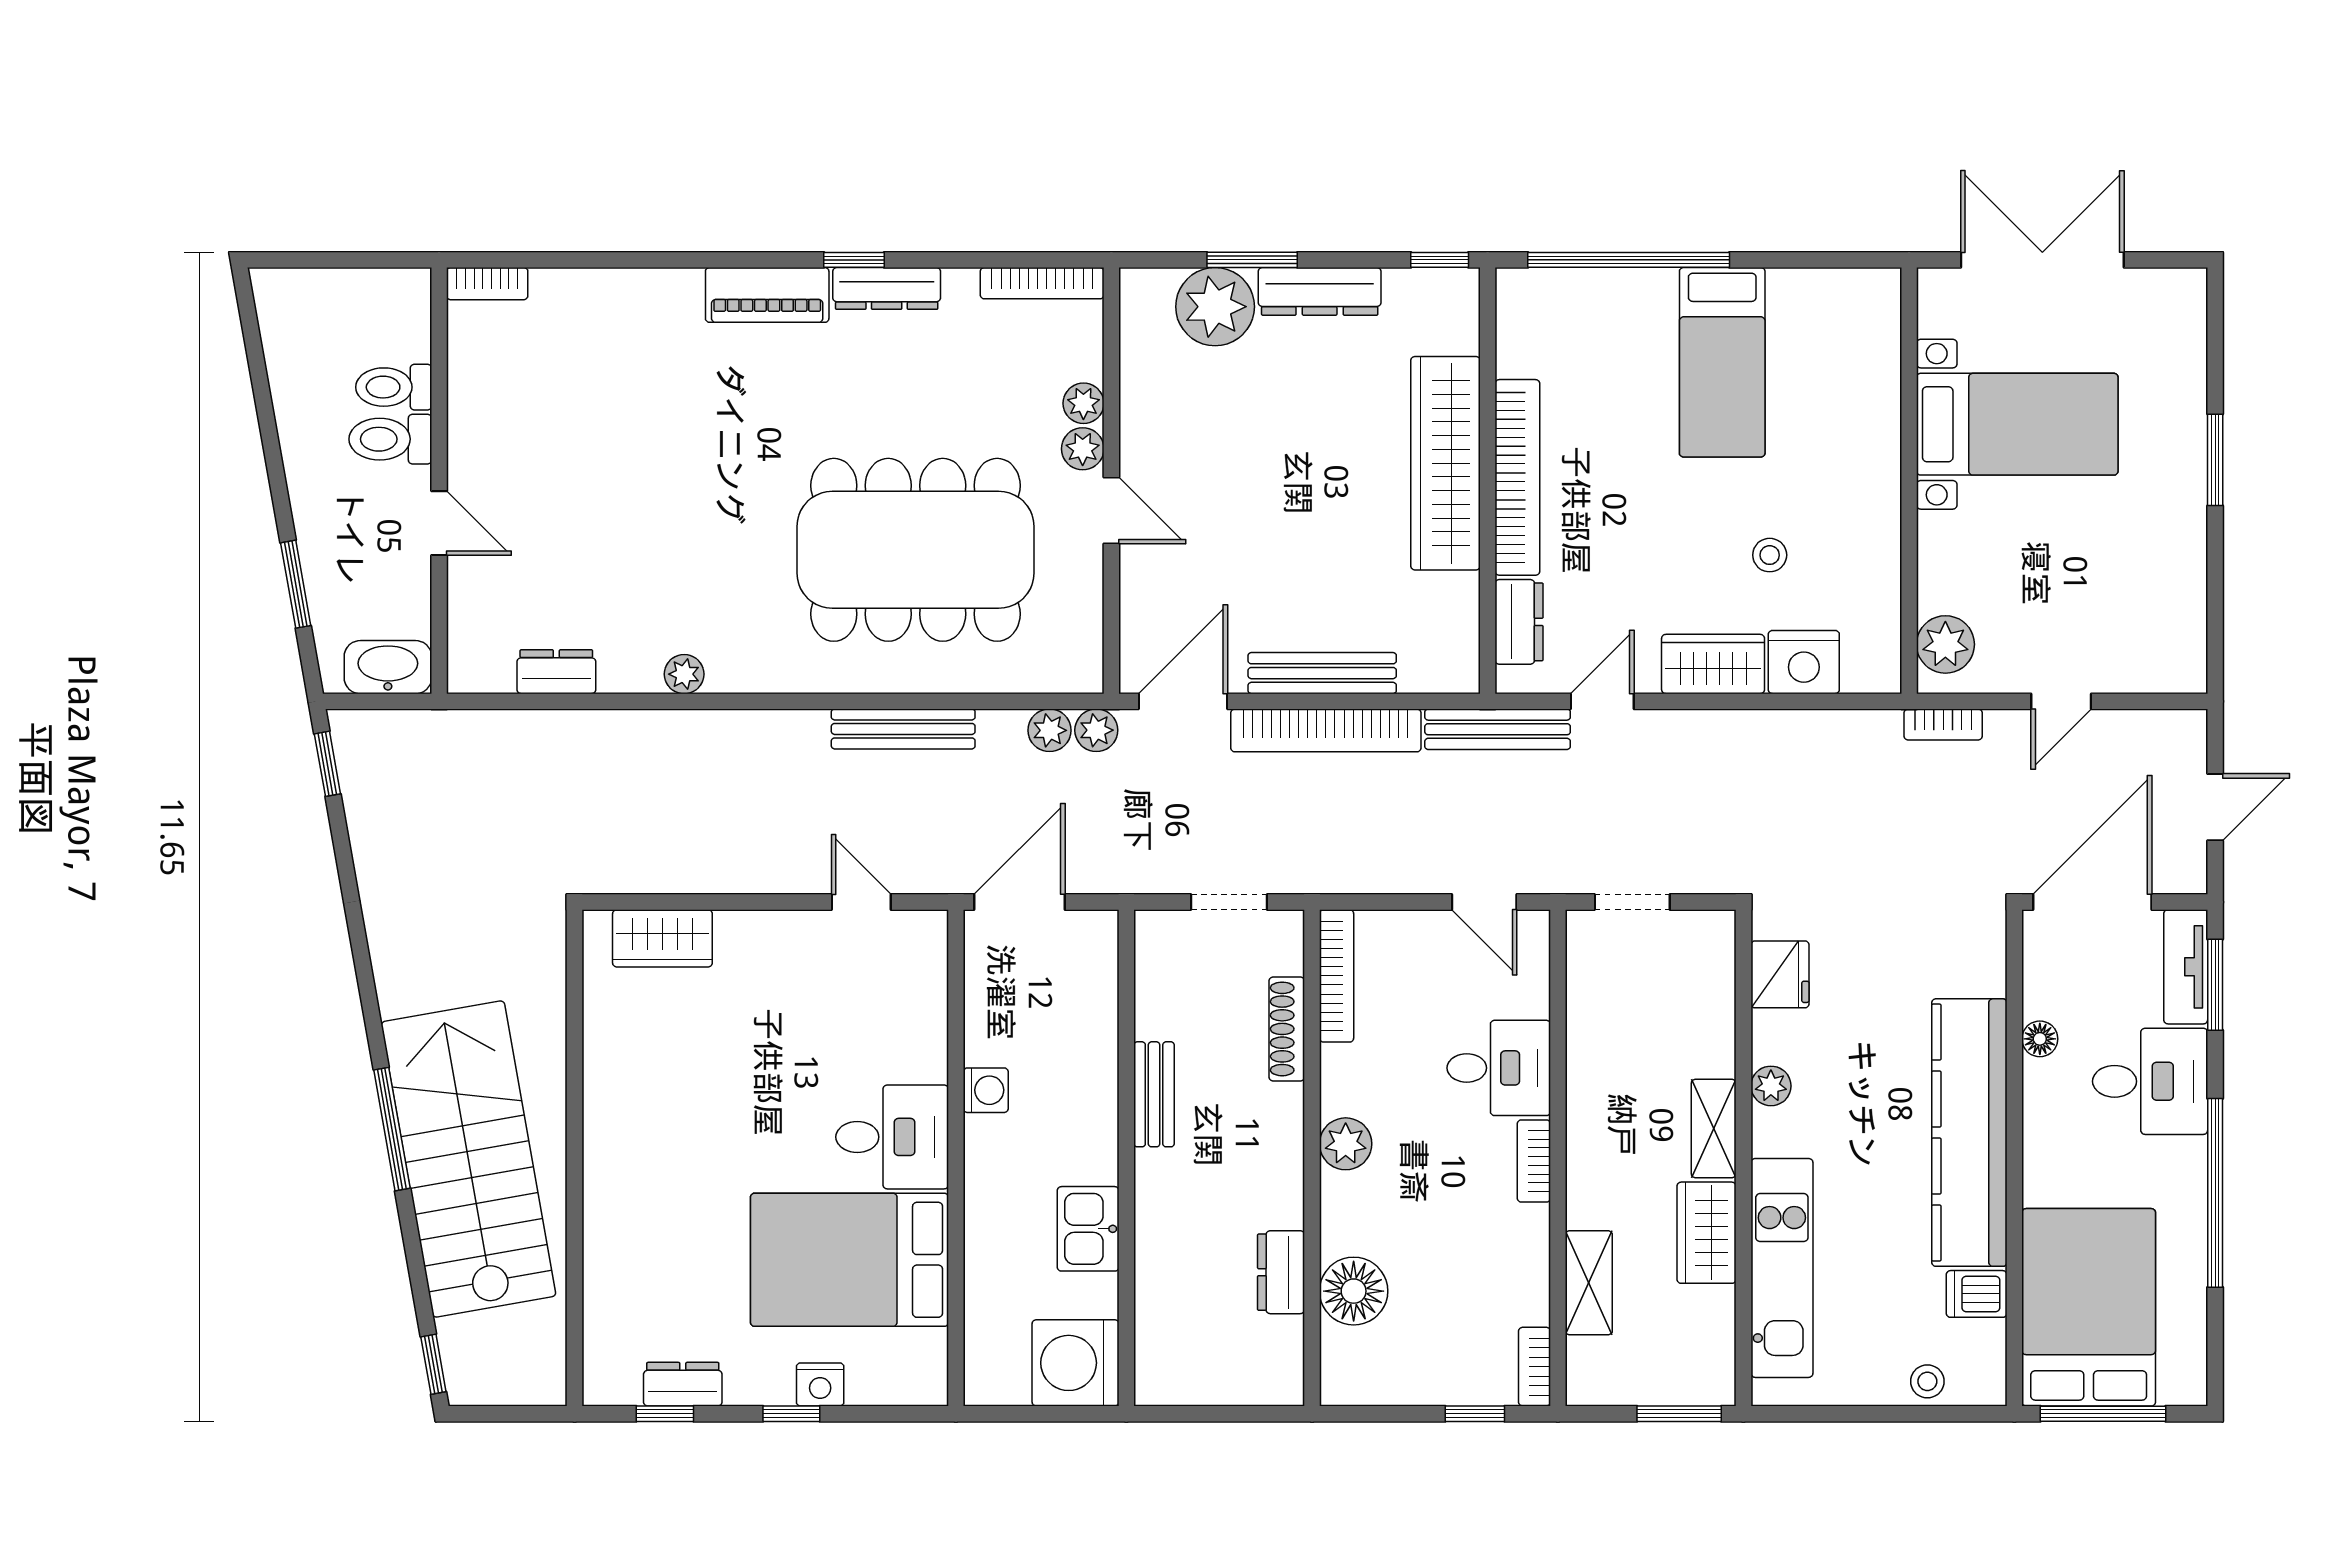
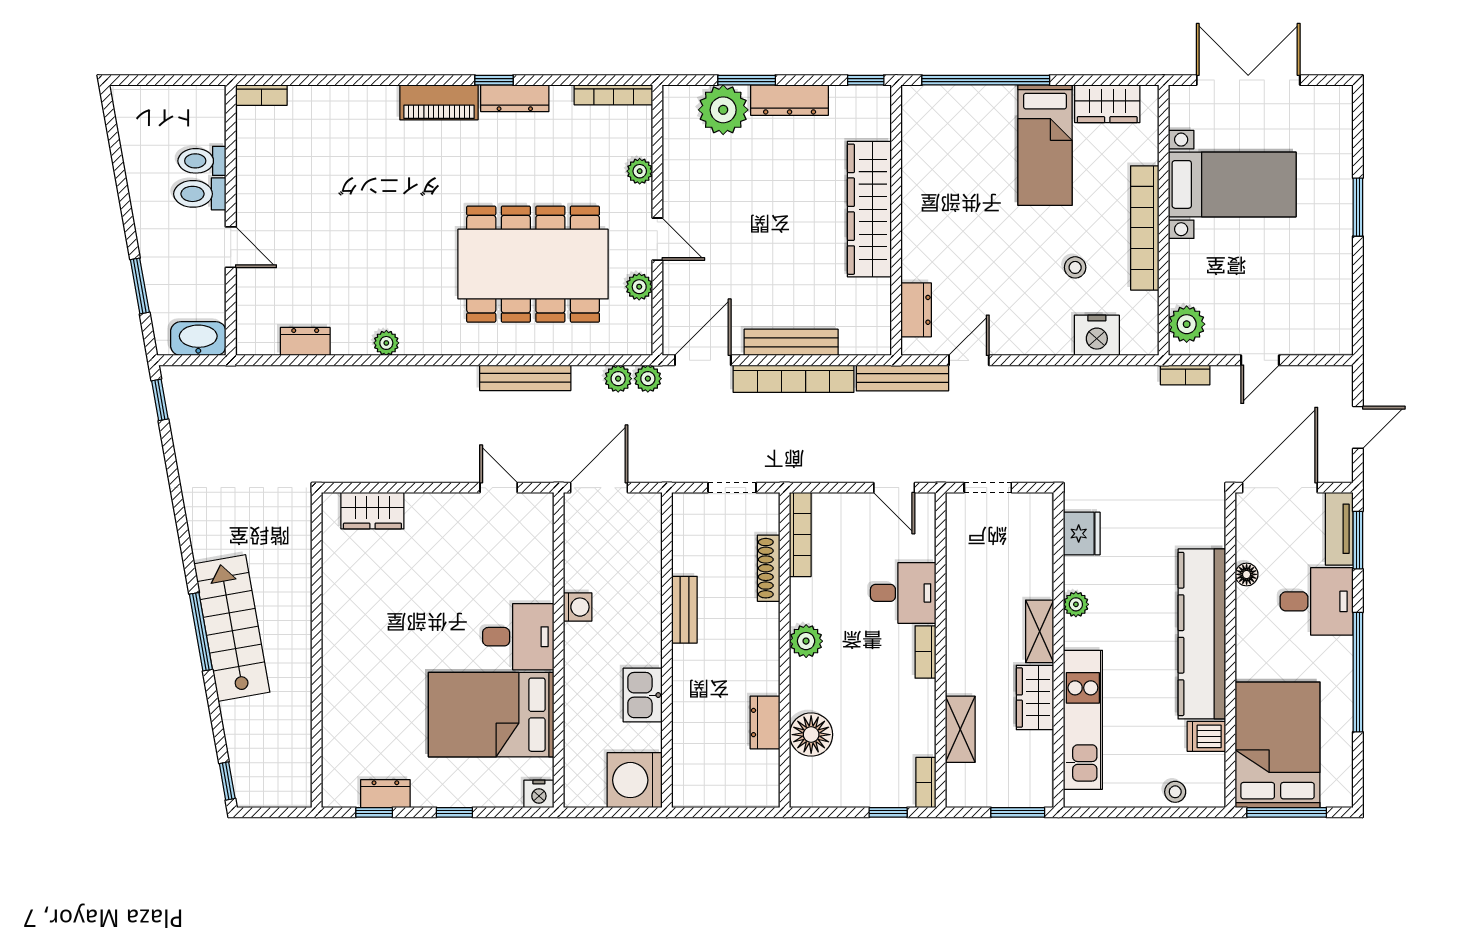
plant: (1083, 449) -> (639, 287), moved
bookcase: (1517, 477) -> (1145, 228), moved, turned 180
wardrobe: (1713, 664) -> (1107, 104), moved, turned 180
stairs: (468, 1159) -> (232, 628), width x0.73, depth x0.66
nightstand: (820, 1384) -> (539, 794), moved

